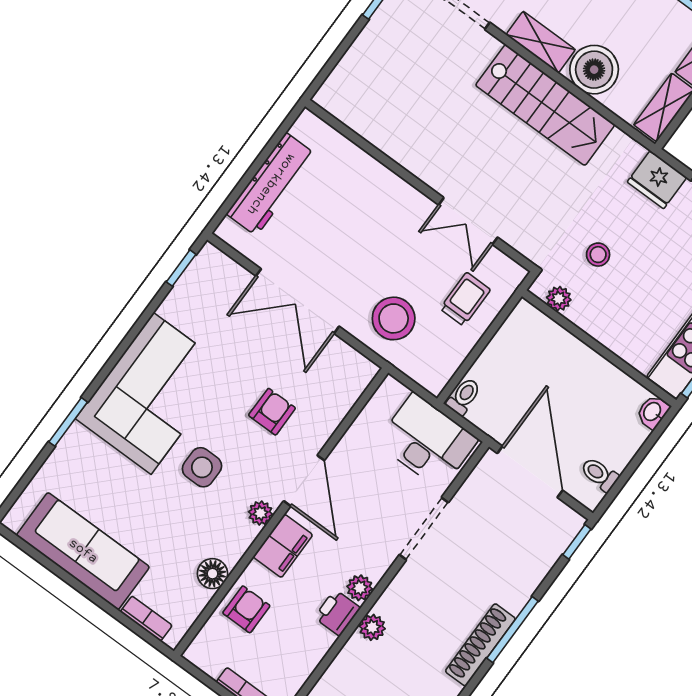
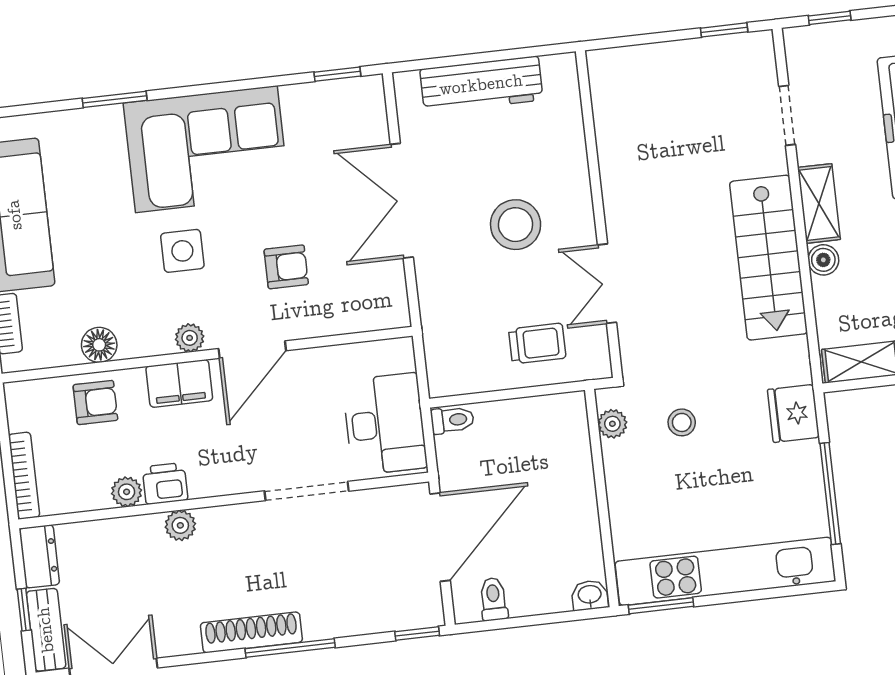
boiler: (594, 70) -> (823, 260), width x0.54, depth x0.54
stool: (394, 318) -> (516, 225), moved
plant: (360, 588) -> (127, 492), moved

